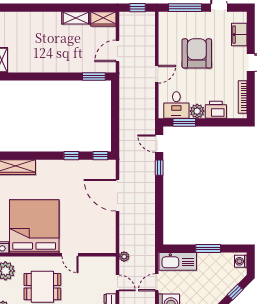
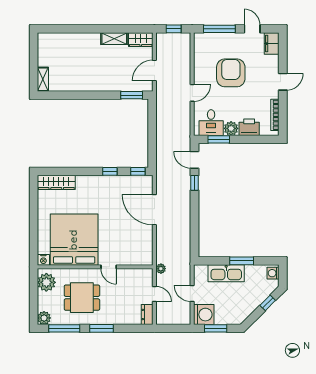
filing cabinet: (239, 35) -> (272, 44), moved
kitchen sink: (178, 261) -> (226, 273), moved
door: (157, 282) -> (192, 293), hinge flipped

